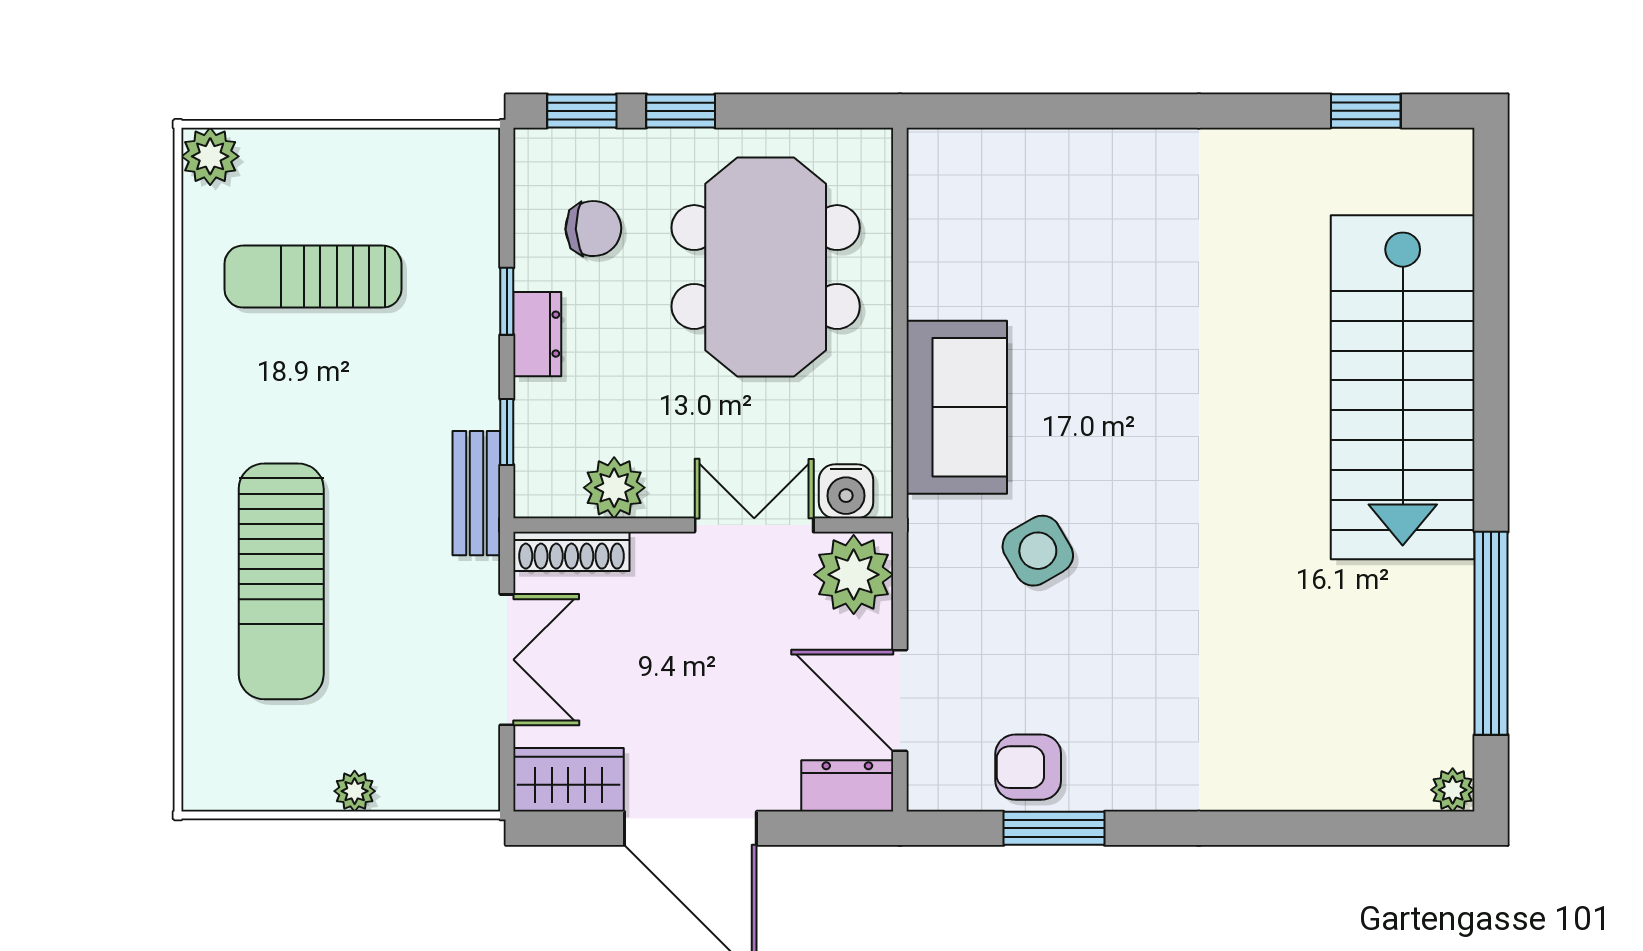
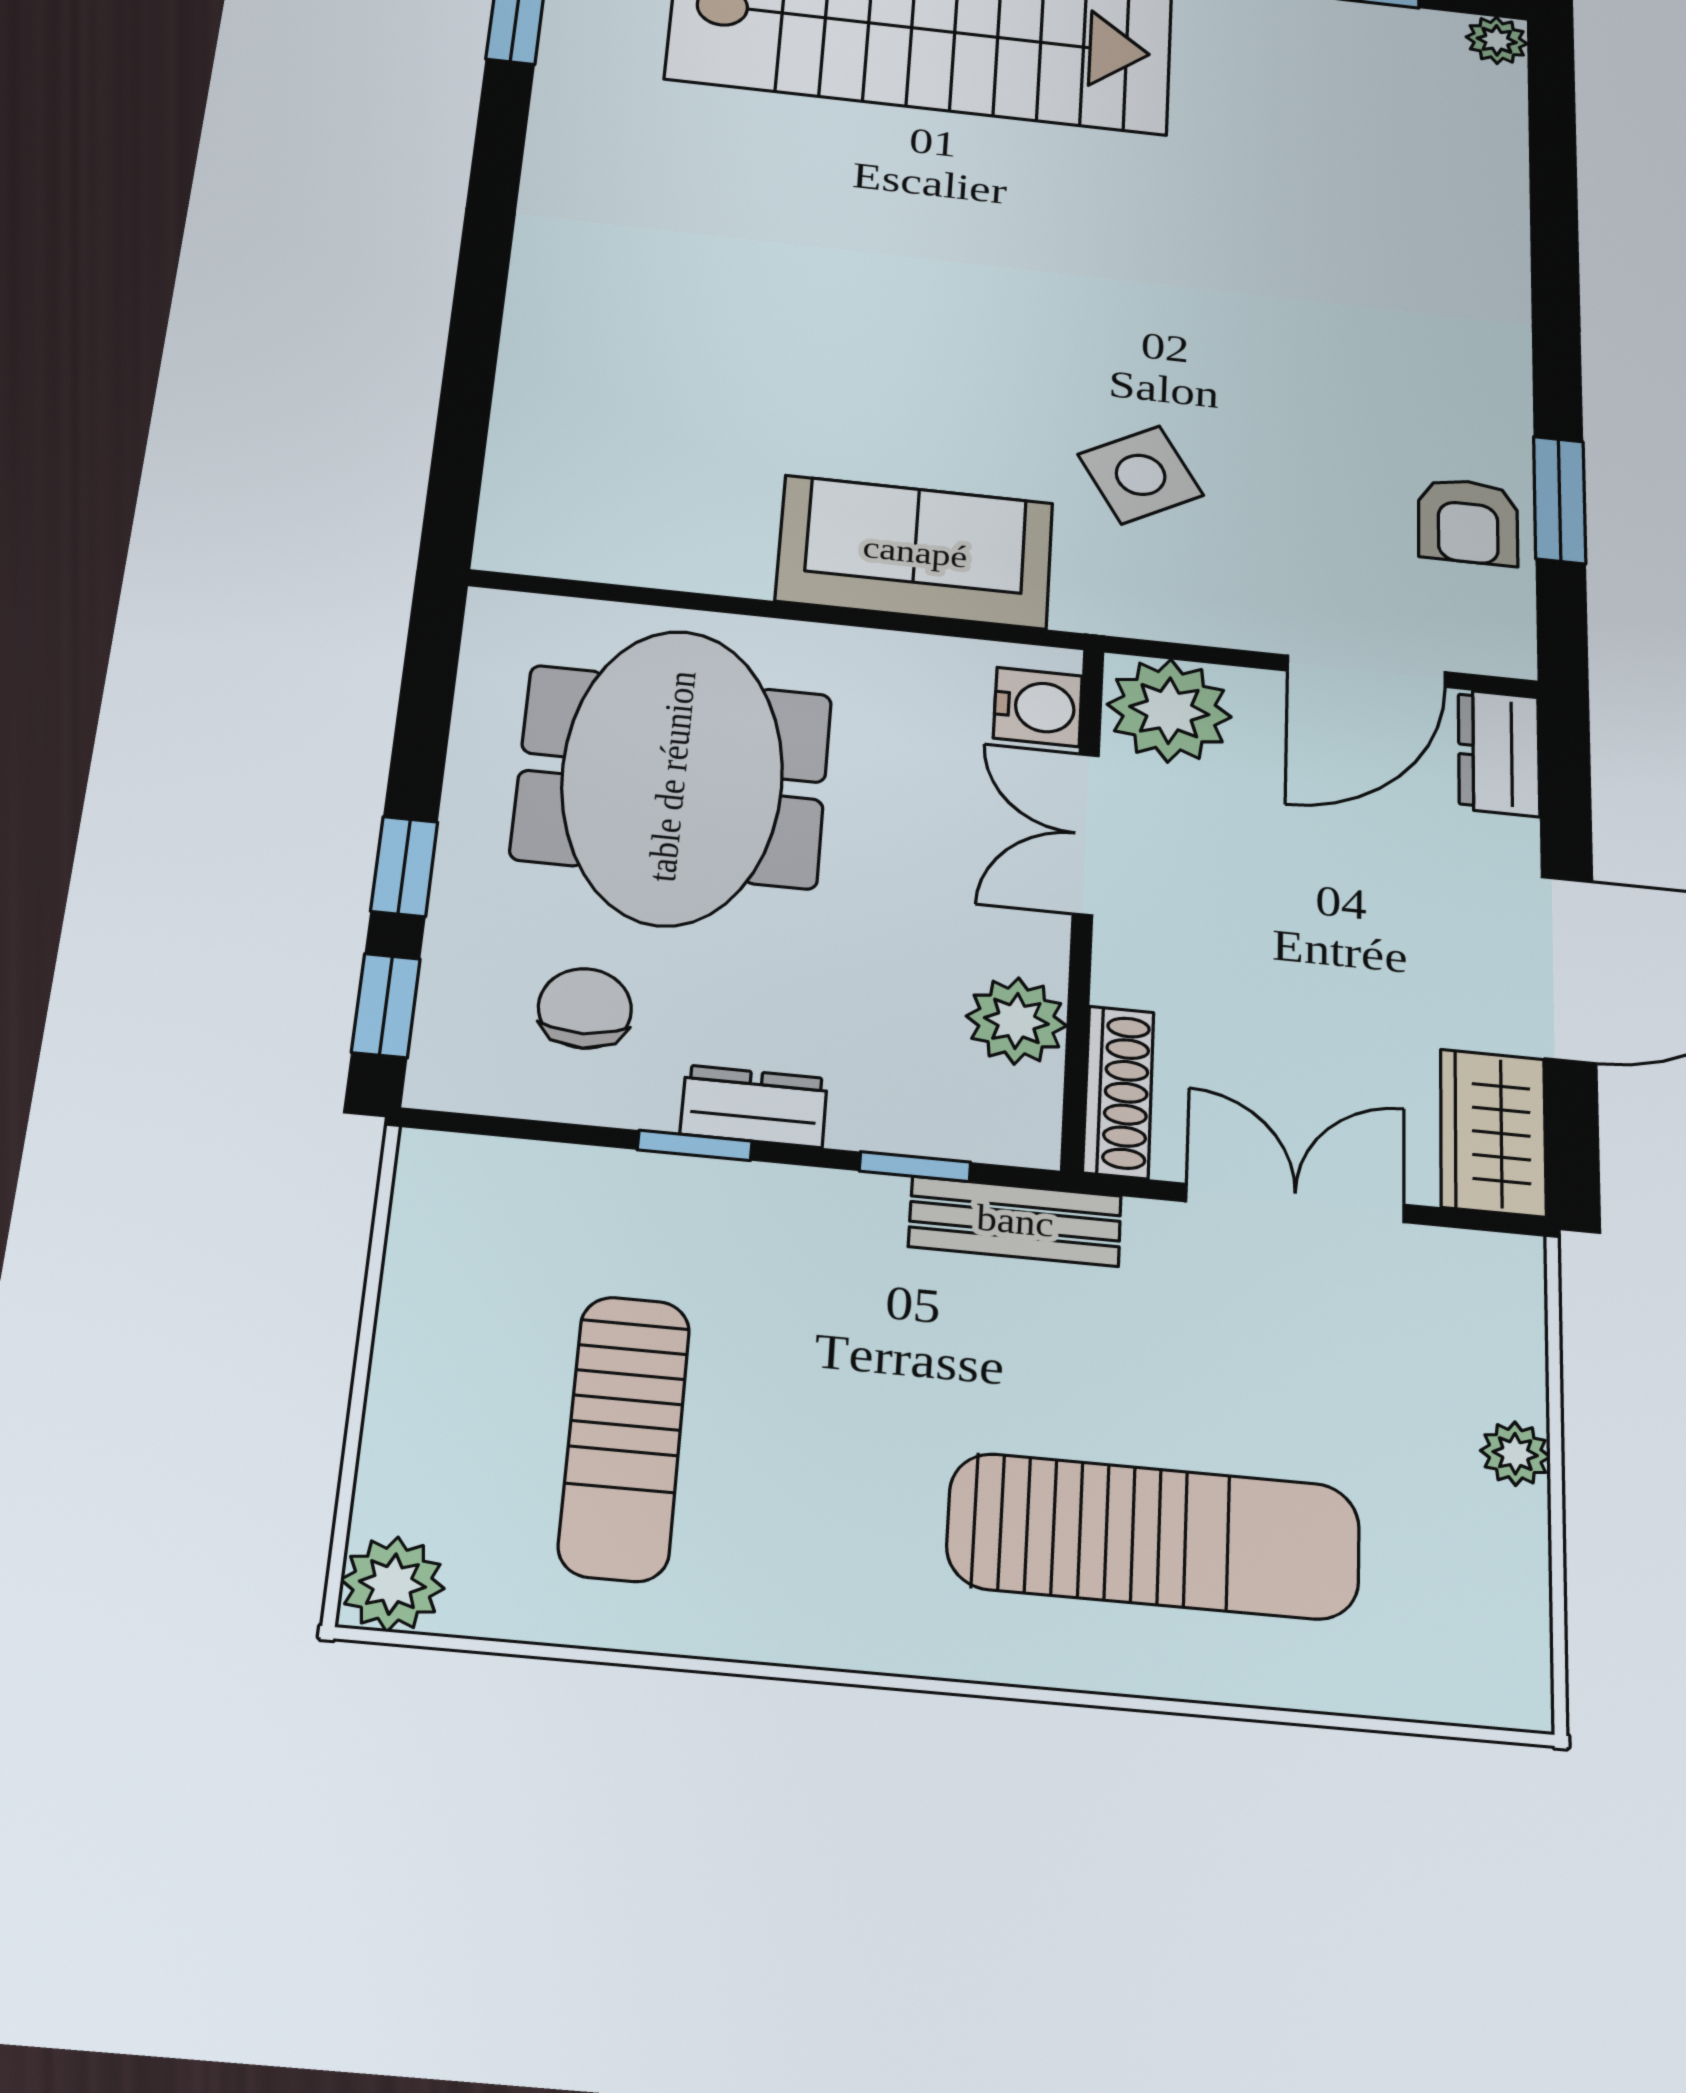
meeting table: (766, 267) -> (672, 776), turned 90

